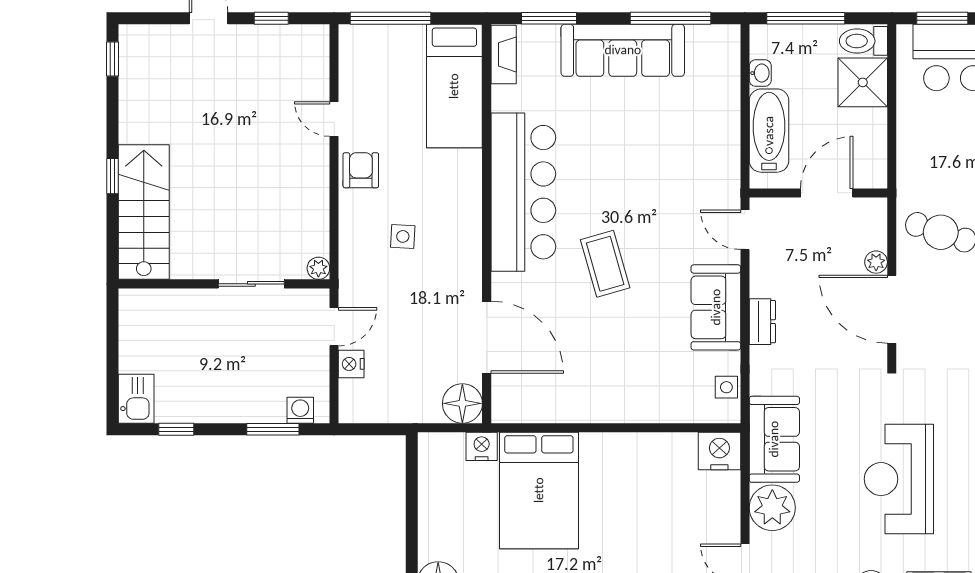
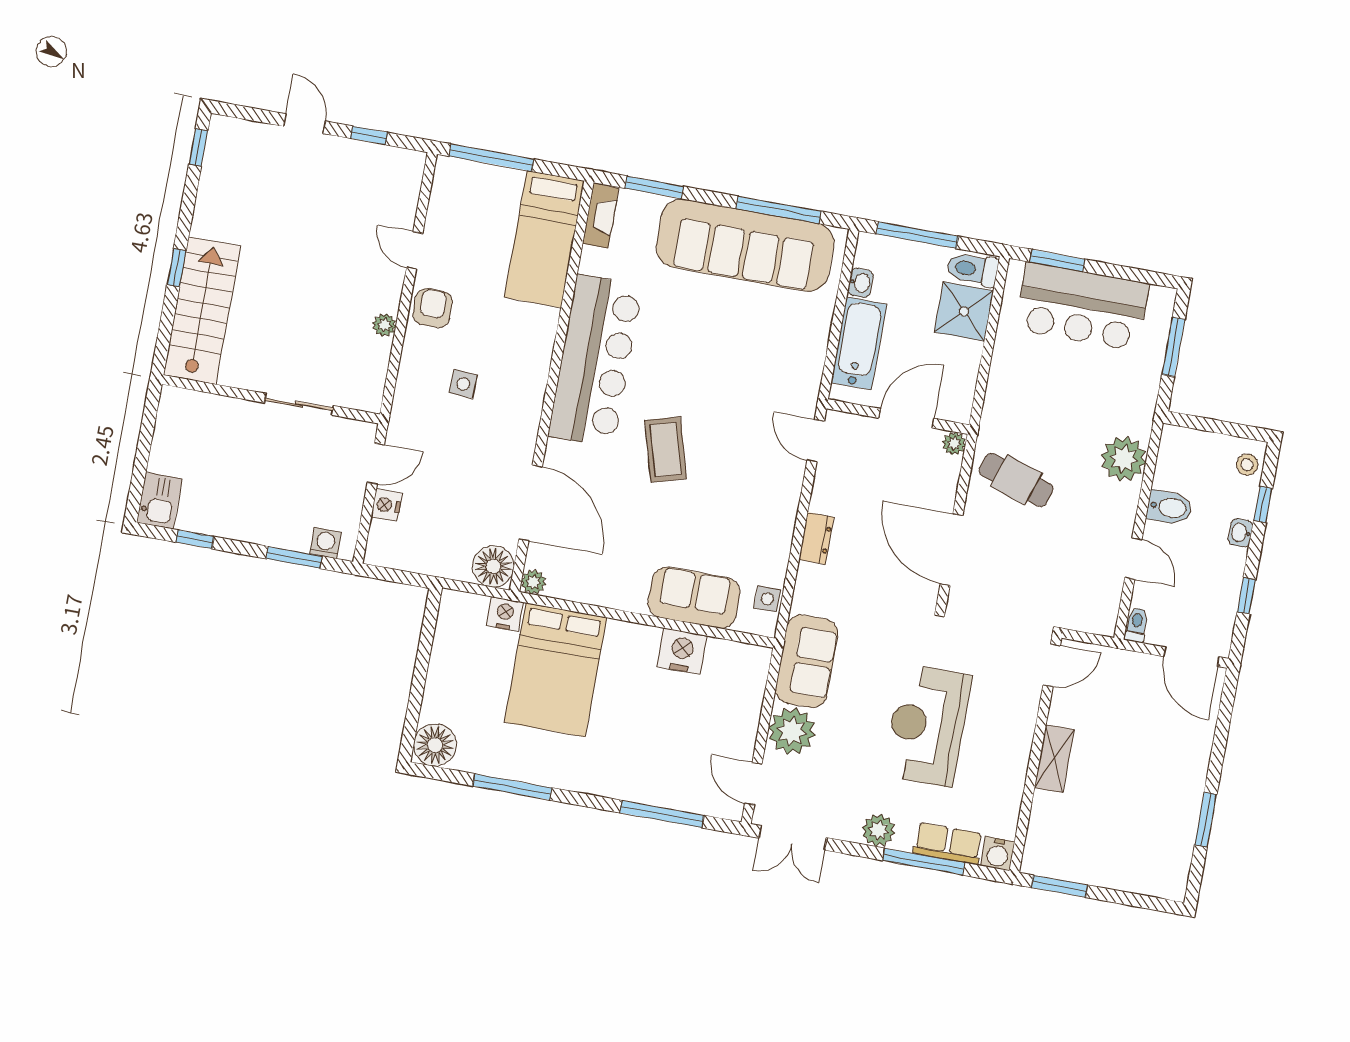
sofa: (623, 50) -> (745, 245), width x1.36, depth x1.27
plant: (876, 262) -> (954, 443), moved
plant: (318, 268) -> (384, 325), moved
sofa: (716, 307) -> (694, 598), moved, turned 90
plant: (503, 411) -> (533, 582), added
nightstand: (719, 451) -> (682, 651), moved

